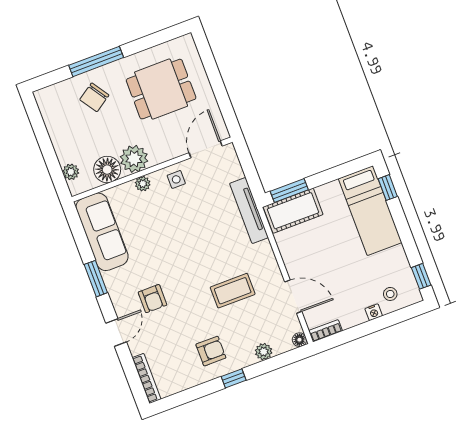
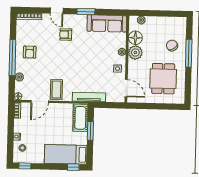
window: (289, 191) -> (90, 131), moved
coffee table: (233, 291) -> (56, 90), moved
window: (234, 378) -> (12, 58), width x3.17

